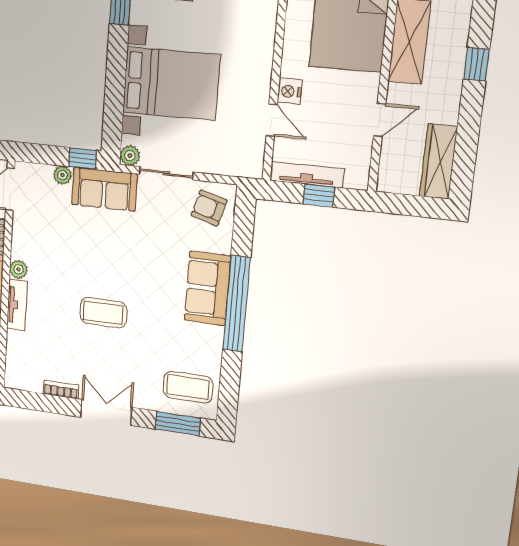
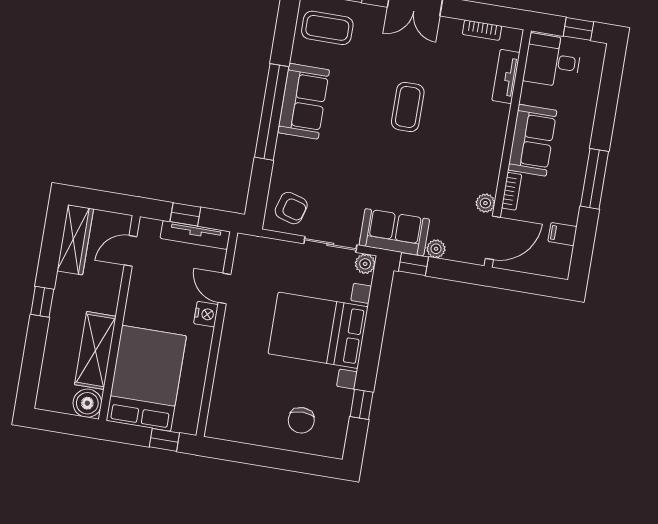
window: (476, 64) -> (42, 302), moved
door: (380, 120) -> (131, 251), moved
plant: (18, 269) -> (485, 203), moved
sofa: (208, 288) -> (304, 101), moved
tv unit: (17, 305) -> (506, 76), moved
coffee table: (103, 313) -> (408, 107), turned 90
bookcase: (61, 390) -> (482, 30), moved

